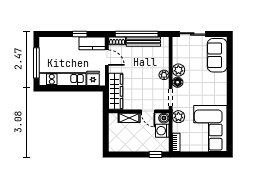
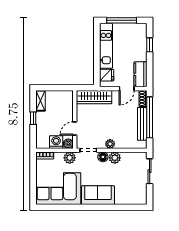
window: (80, 34) -> (150, 45), moved
sofa: (217, 55) -> (98, 195), moved
shelving: (129, 118) -> (40, 101), moved
window: (155, 155) -> (33, 118), moved

